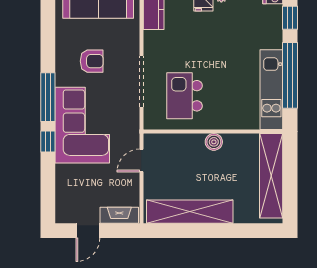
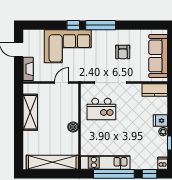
kitchen island: (184, 96) -> (101, 109), turned 180
corner sofa: (82, 125) -> (68, 46), moved
door: (141, 161) -> (62, 83), hinge flipped
shelving: (190, 212) -> (30, 112), width x0.68

